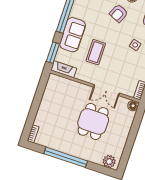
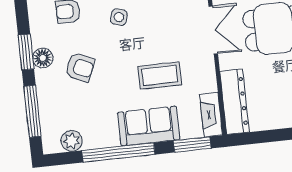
dresser: (65, 84) -> (234, 102), added

